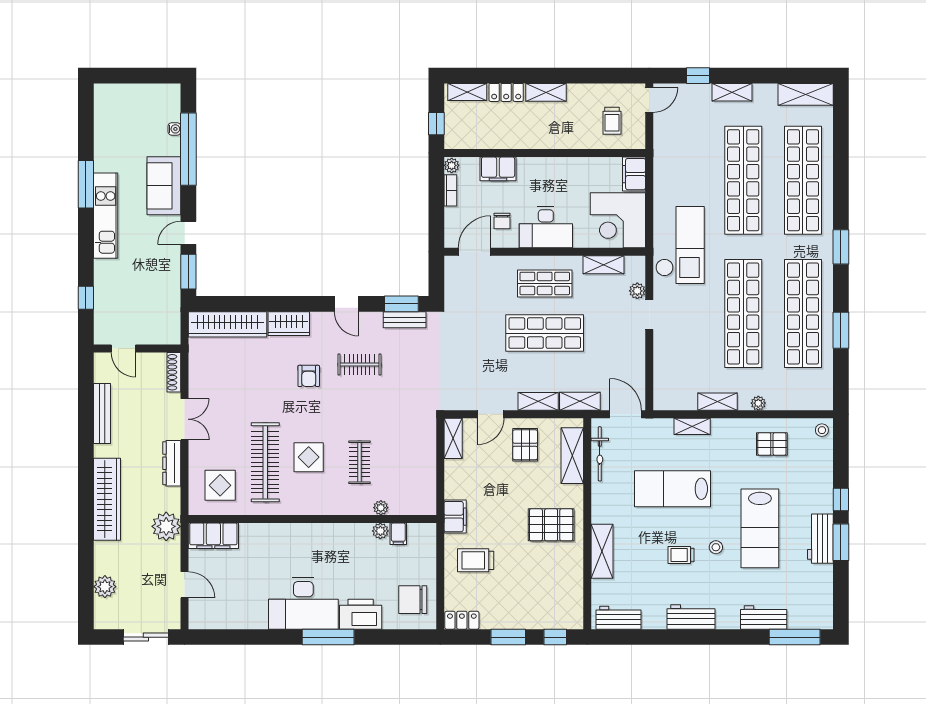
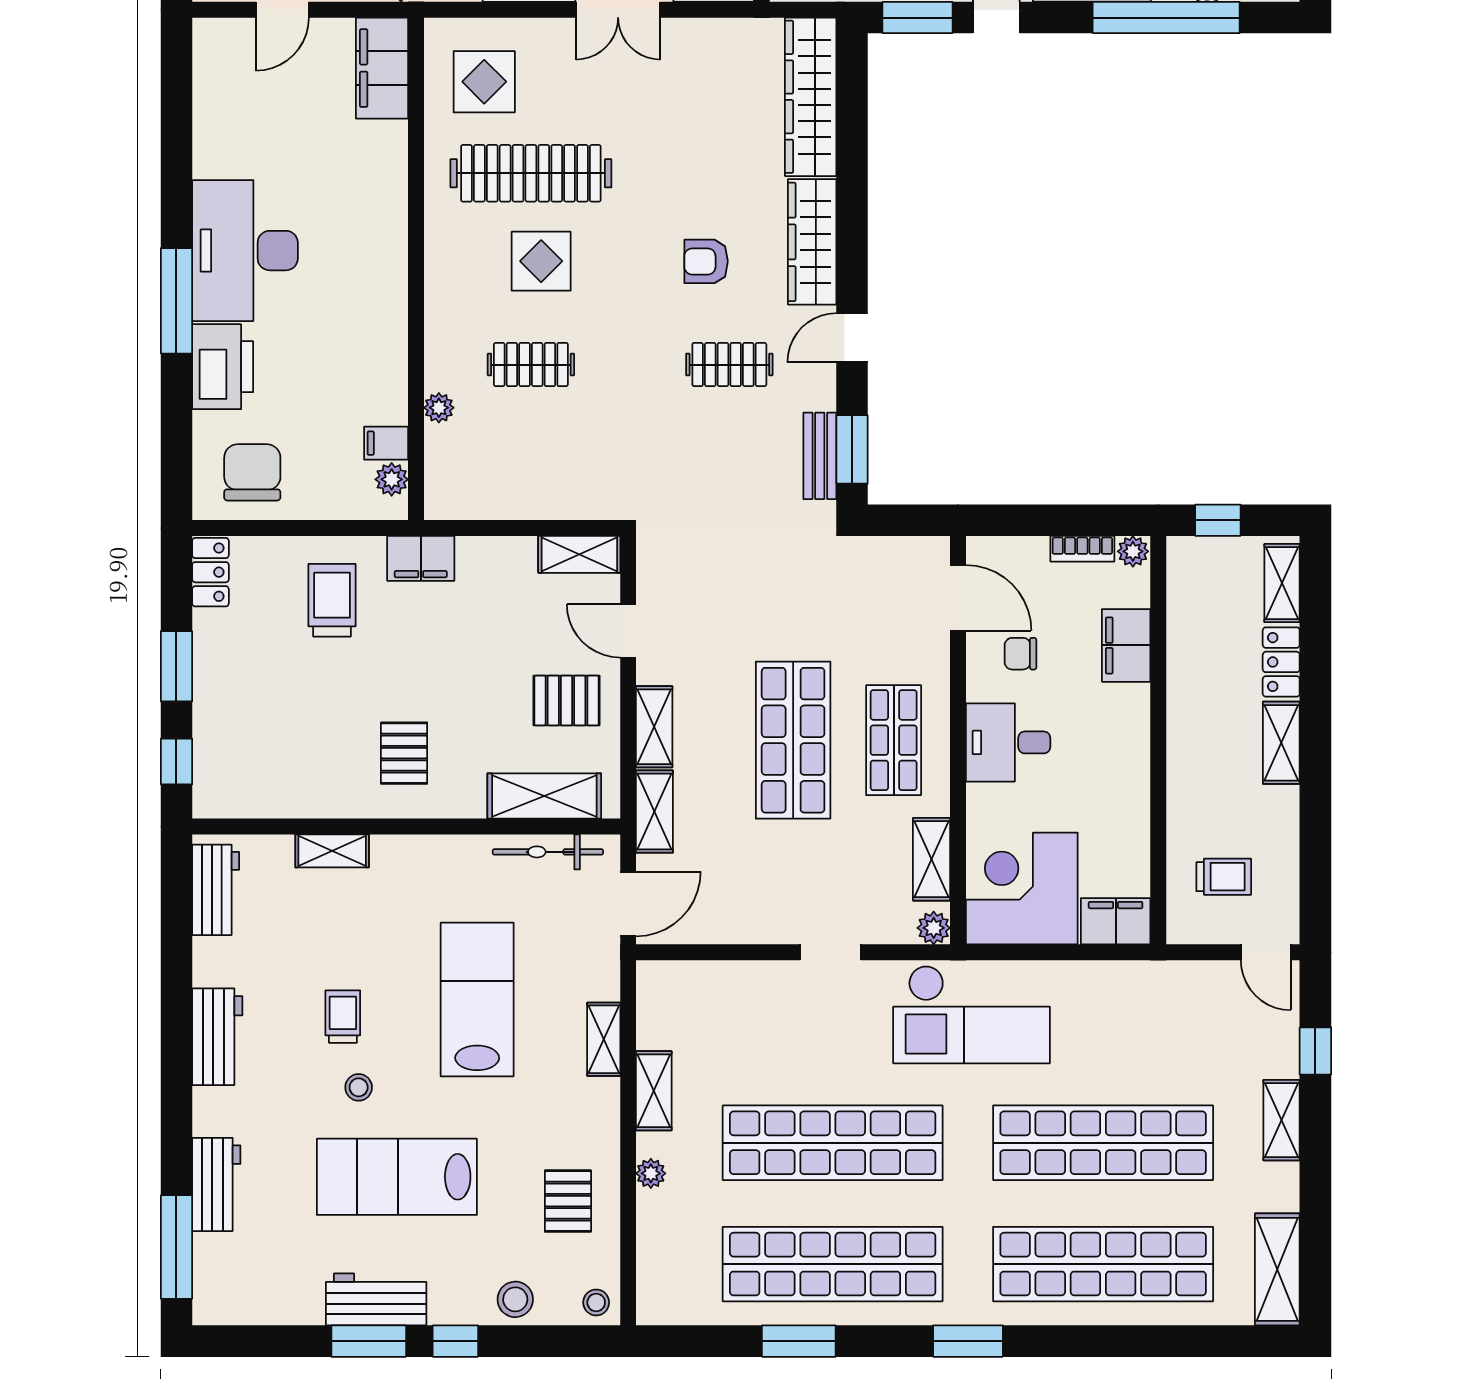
trolley: (612, 121) -> (1224, 877), turned 180
desk: (546, 227) -> (1008, 742), width x0.73
plant: (637, 291) -> (934, 928), moved
wardrobe: (289, 324) -> (812, 242), width x1.50
clothes rail: (360, 364) -> (729, 365), turned 90
stool: (820, 470) -> (515, 1299), added
pallet: (551, 525) -> (404, 753), width x0.67, depth x0.71
plant: (380, 531) -> (392, 479), moved
shelving: (602, 551) -> (332, 851), width x0.67, depth x0.75

